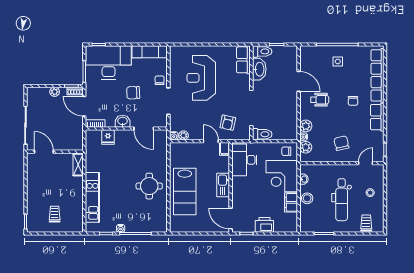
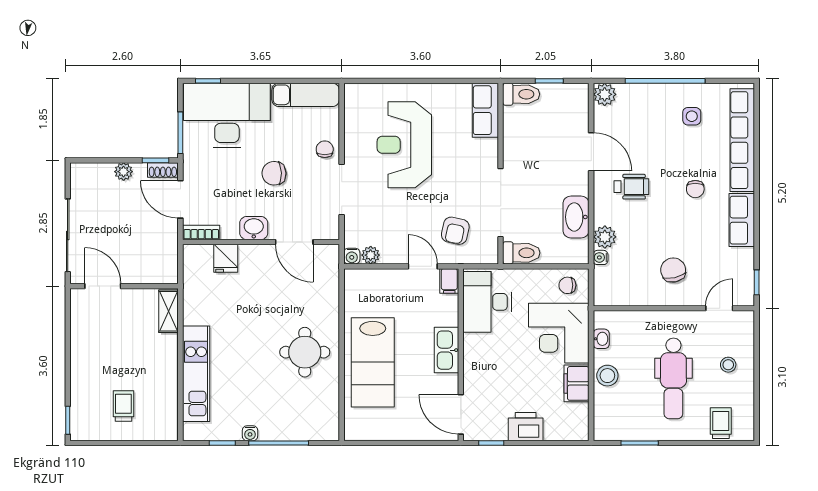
side table: (338, 61) -> (692, 116), moved
washbasin: (259, 69) -> (576, 217), moved, turned 180
plant: (306, 147) -> (605, 94), moved

